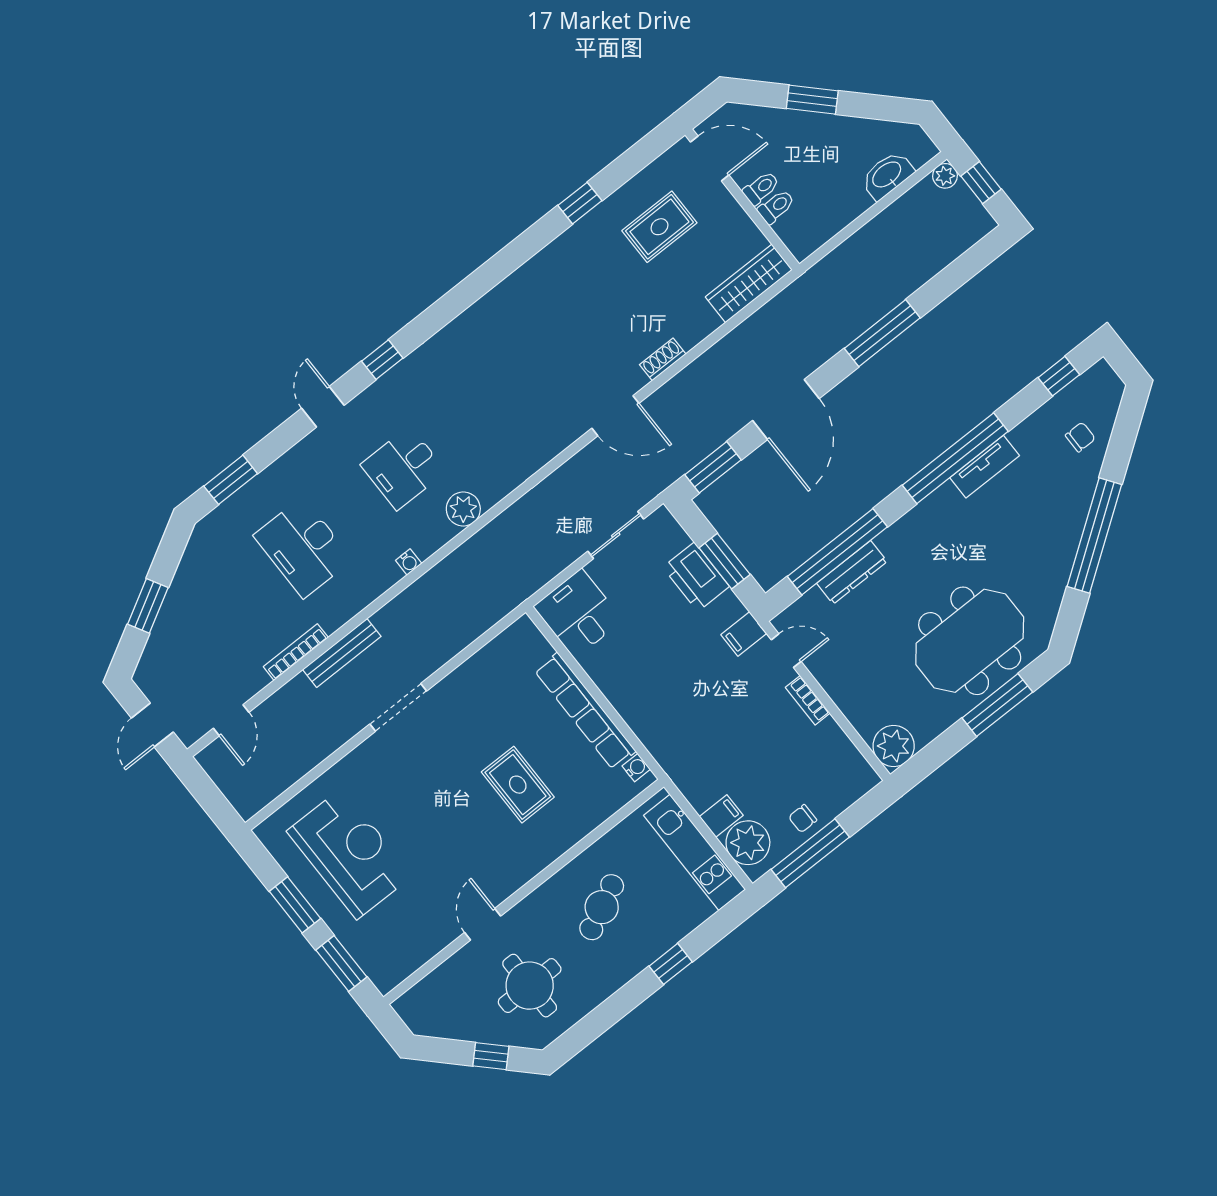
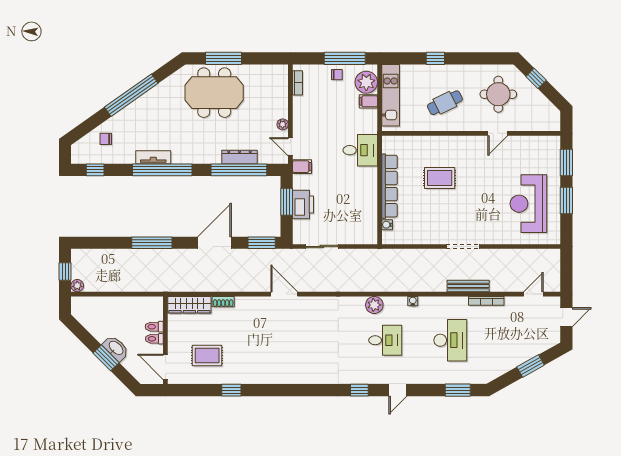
washbasin: (887, 175) -> (116, 348), moved, turned -135
shoe rack: (663, 359) -> (223, 302), moved
desk: (578, 613) -> (360, 150), moved, turned -90
bookcase: (808, 700) -> (298, 83), moved
plant: (894, 746) -> (283, 124), moved, width x0.53, depth x0.53
water cooler: (636, 768) -> (387, 225), moved
rug: (518, 785) -> (440, 178), turned 90

